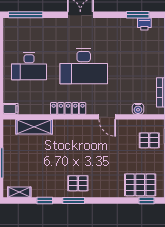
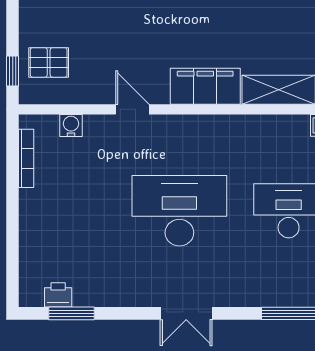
locker: (68, 108) -> (211, 126), removed
filing cabinet: (71, 128) -> (205, 86), added

